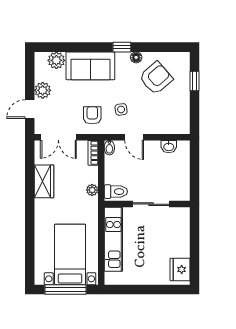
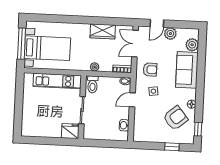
window: (122, 47) -> (198, 129), moved
armchair: (156, 78) -> (176, 118), turned -89
door: (30, 109) -> (157, 23), swing flipped
fridge: (180, 270) -> (70, 131), moved

